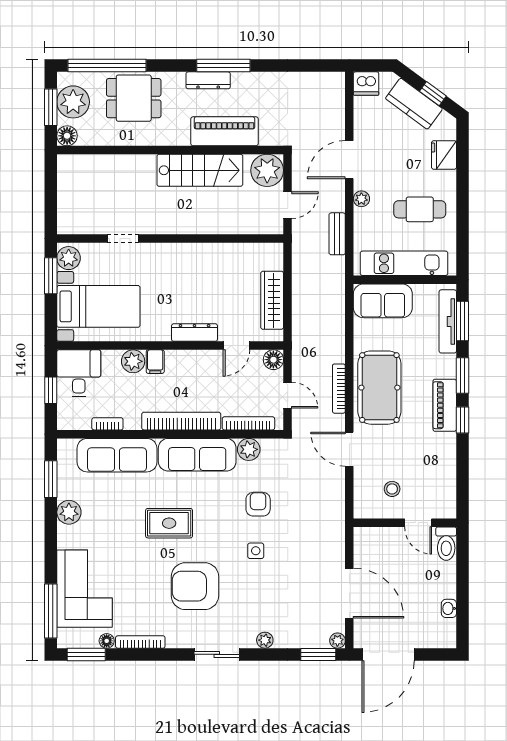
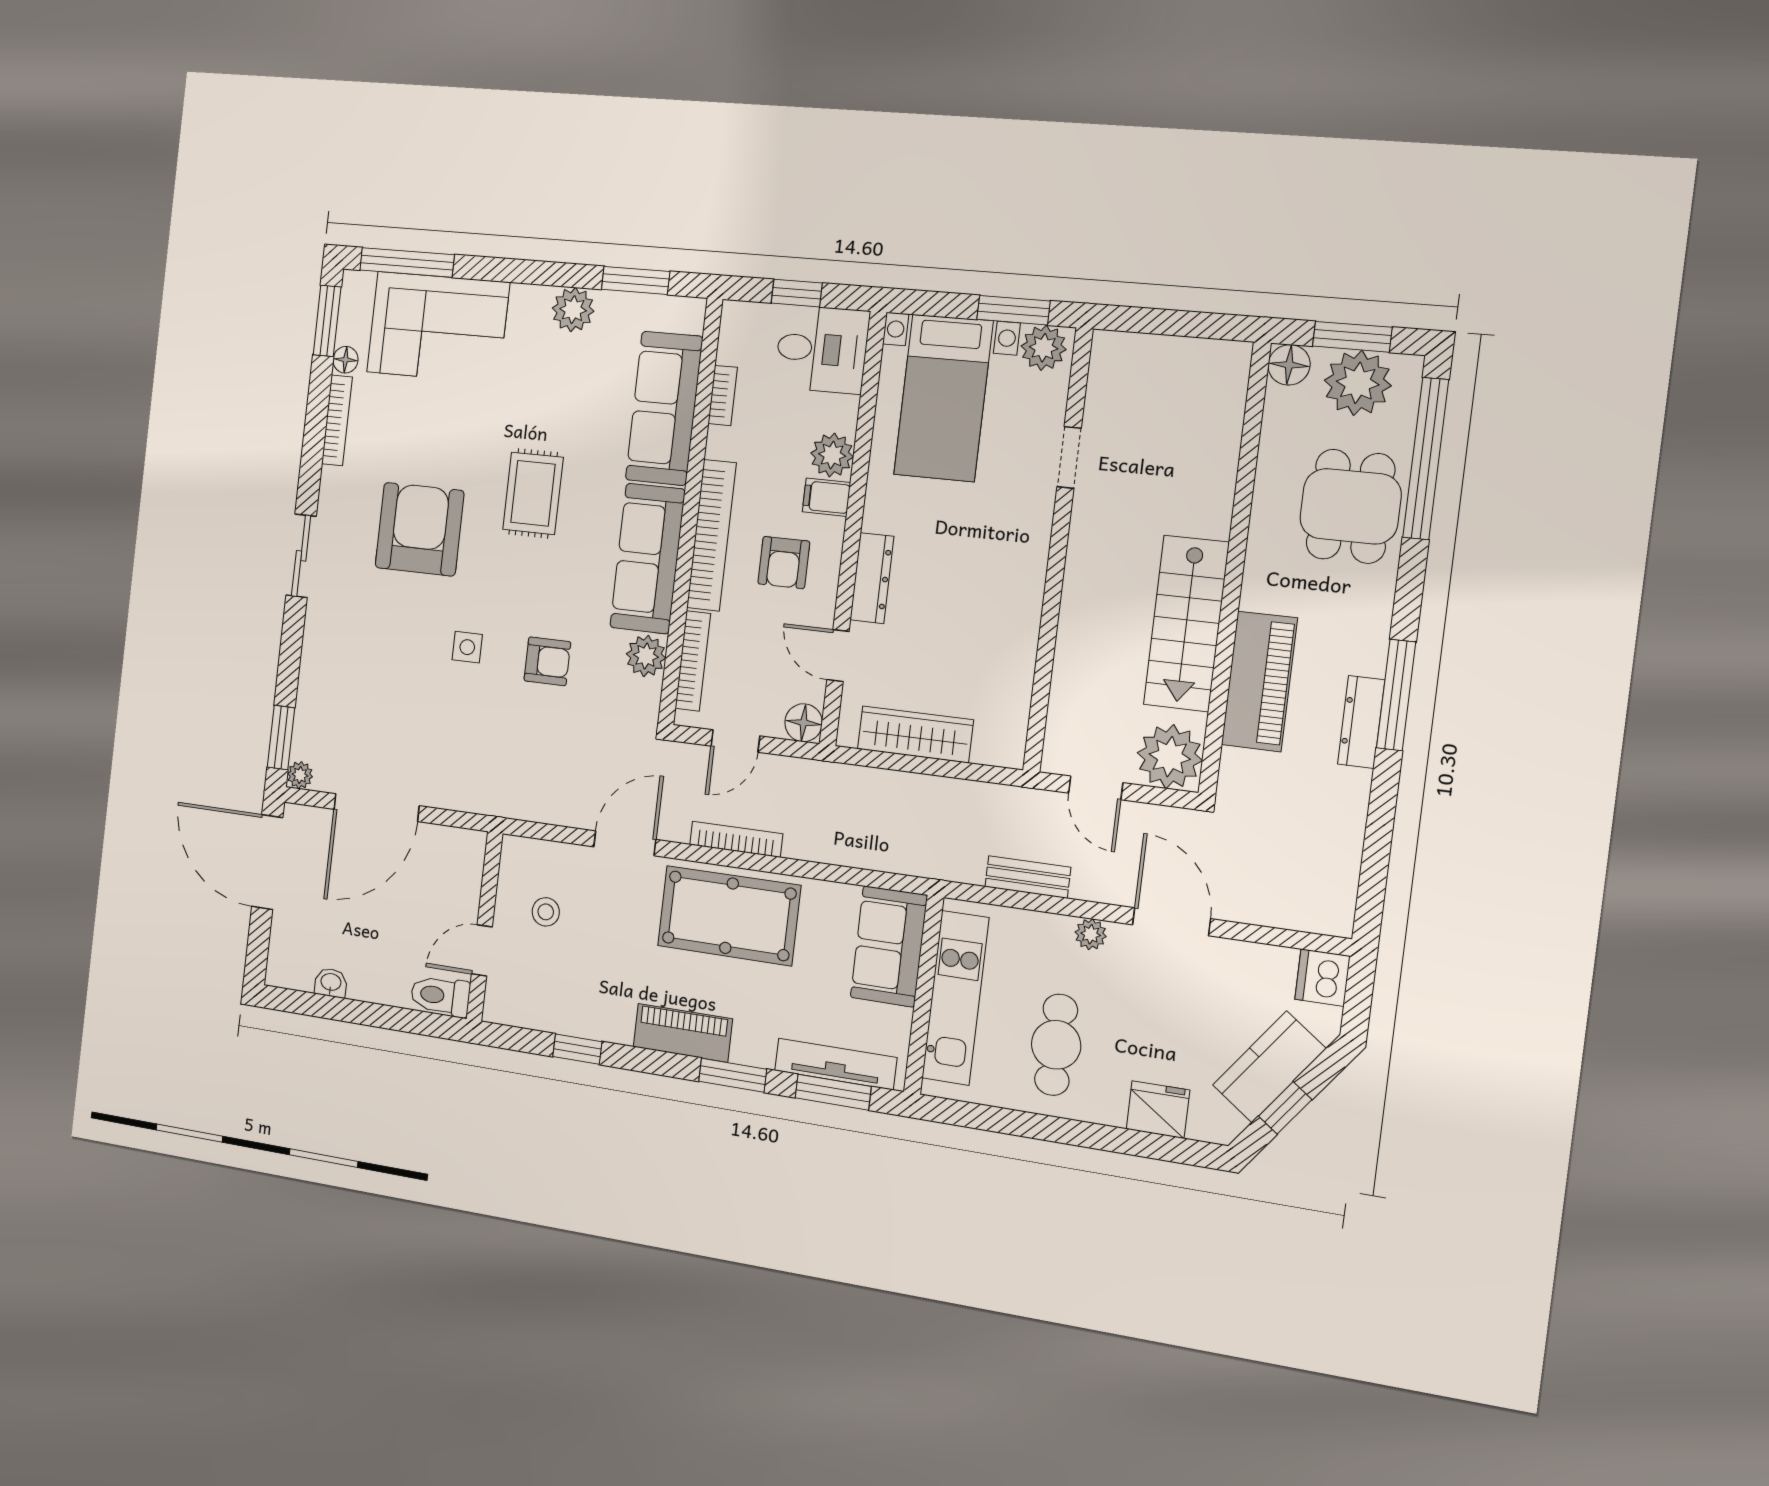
dresser: (208, 80) -> (1361, 722), moved
armchair: (191, 380) -> (784, 563), added
window: (463, 420) -> (577, 1049), moved
plant: (265, 640) -> (315, 645), removed

